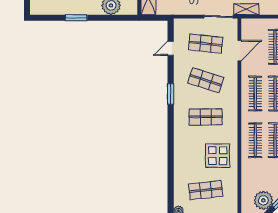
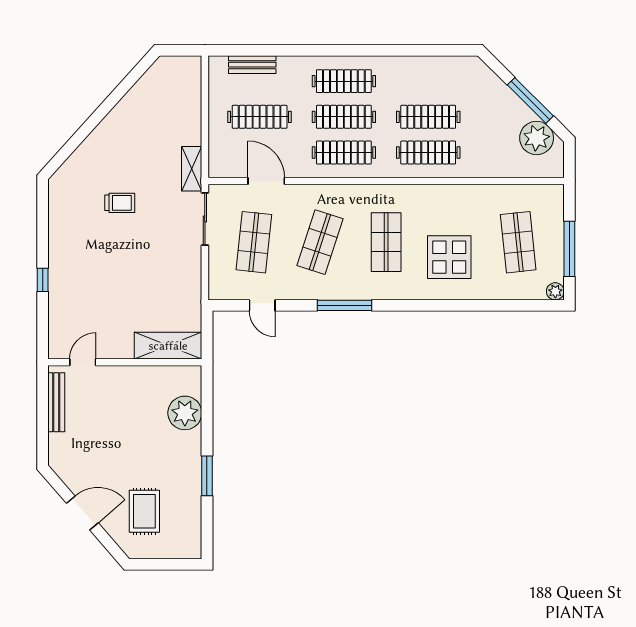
window: (171, 94) -> (345, 305), width x1.44
display table: (218, 156) -> (449, 257), moved

